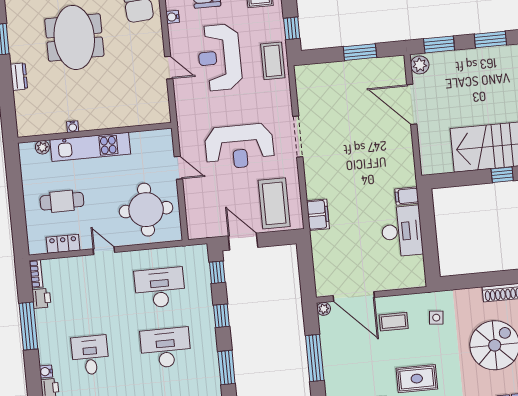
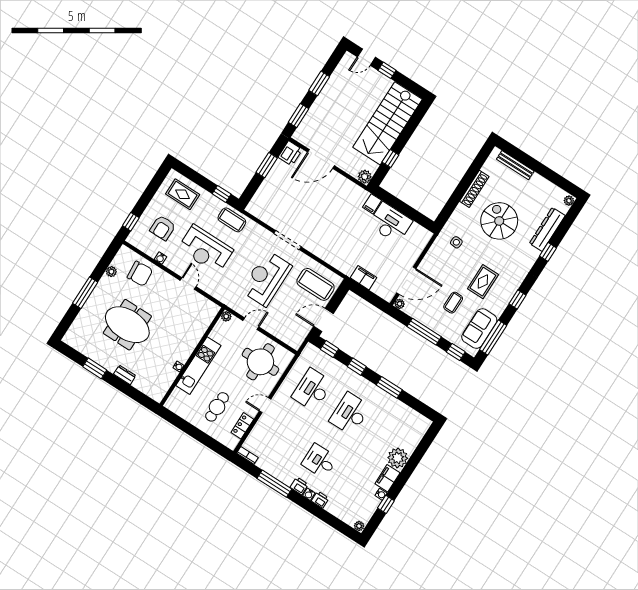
plant: (420, 65) -> (365, 177), moved
printer: (392, 67) -> (290, 153), added
door: (169, 68) -> (188, 284), hinge flipped
reception desk: (239, 146) -> (266, 278), turned 180
plant: (42, 147) -> (226, 316), moved
window: (502, 175) -> (390, 158), moved
filing cabinet: (318, 215) -> (364, 278), moved
printer: (41, 298) -> (299, 486), moved
coffee table: (394, 322) -> (453, 303), moved

